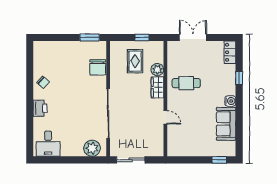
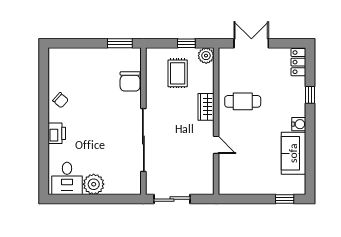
plant: (157, 70) -> (206, 56), moved
plant: (92, 148) -> (94, 184), moved

